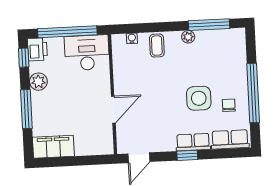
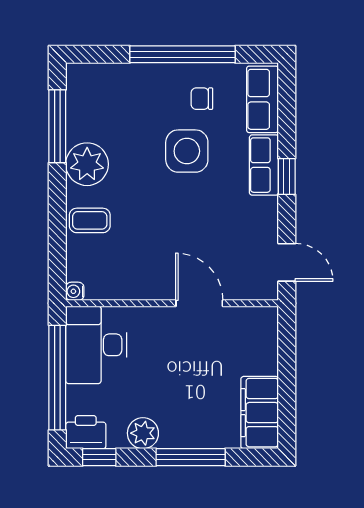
plant: (188, 37) -> (87, 164), width x1.88, depth x1.88
water cooler: (132, 38) -> (75, 291), moved

